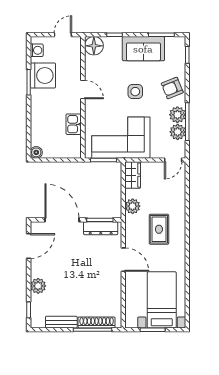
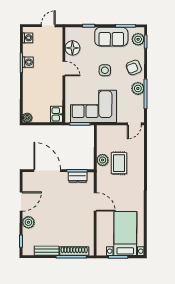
floor lamp: (94, 46) -> (72, 48), moved
washing machine: (43, 75) -> (28, 62), width x0.53, depth x0.53
kitchen sink: (74, 124) -> (57, 114), moved
plant: (178, 132) -> (138, 39), moved
wardrobe: (133, 175) -> (103, 136), removed
dresser: (101, 228) -> (78, 177), width x0.70
rug: (159, 229) -> (119, 163), moved
door: (29, 246) -> (21, 202), moved

